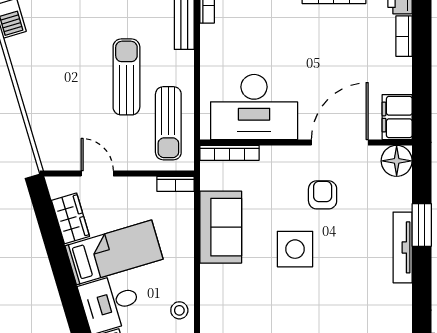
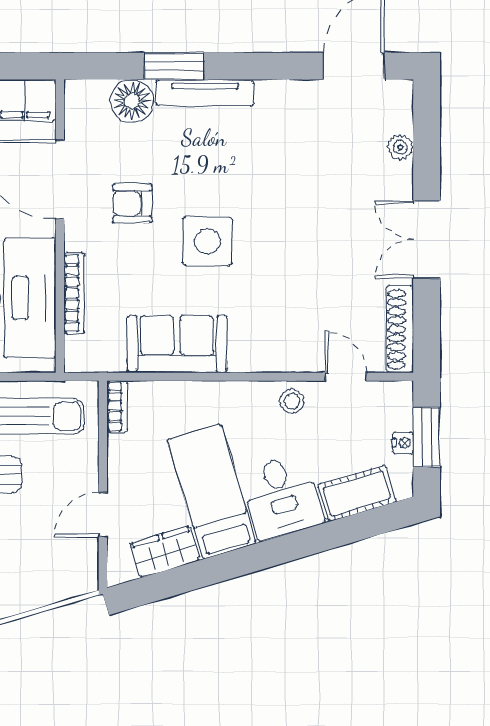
bookcase: (230, 153) -> (74, 293), moved
floor lamp: (397, 161) -> (132, 101), moved

